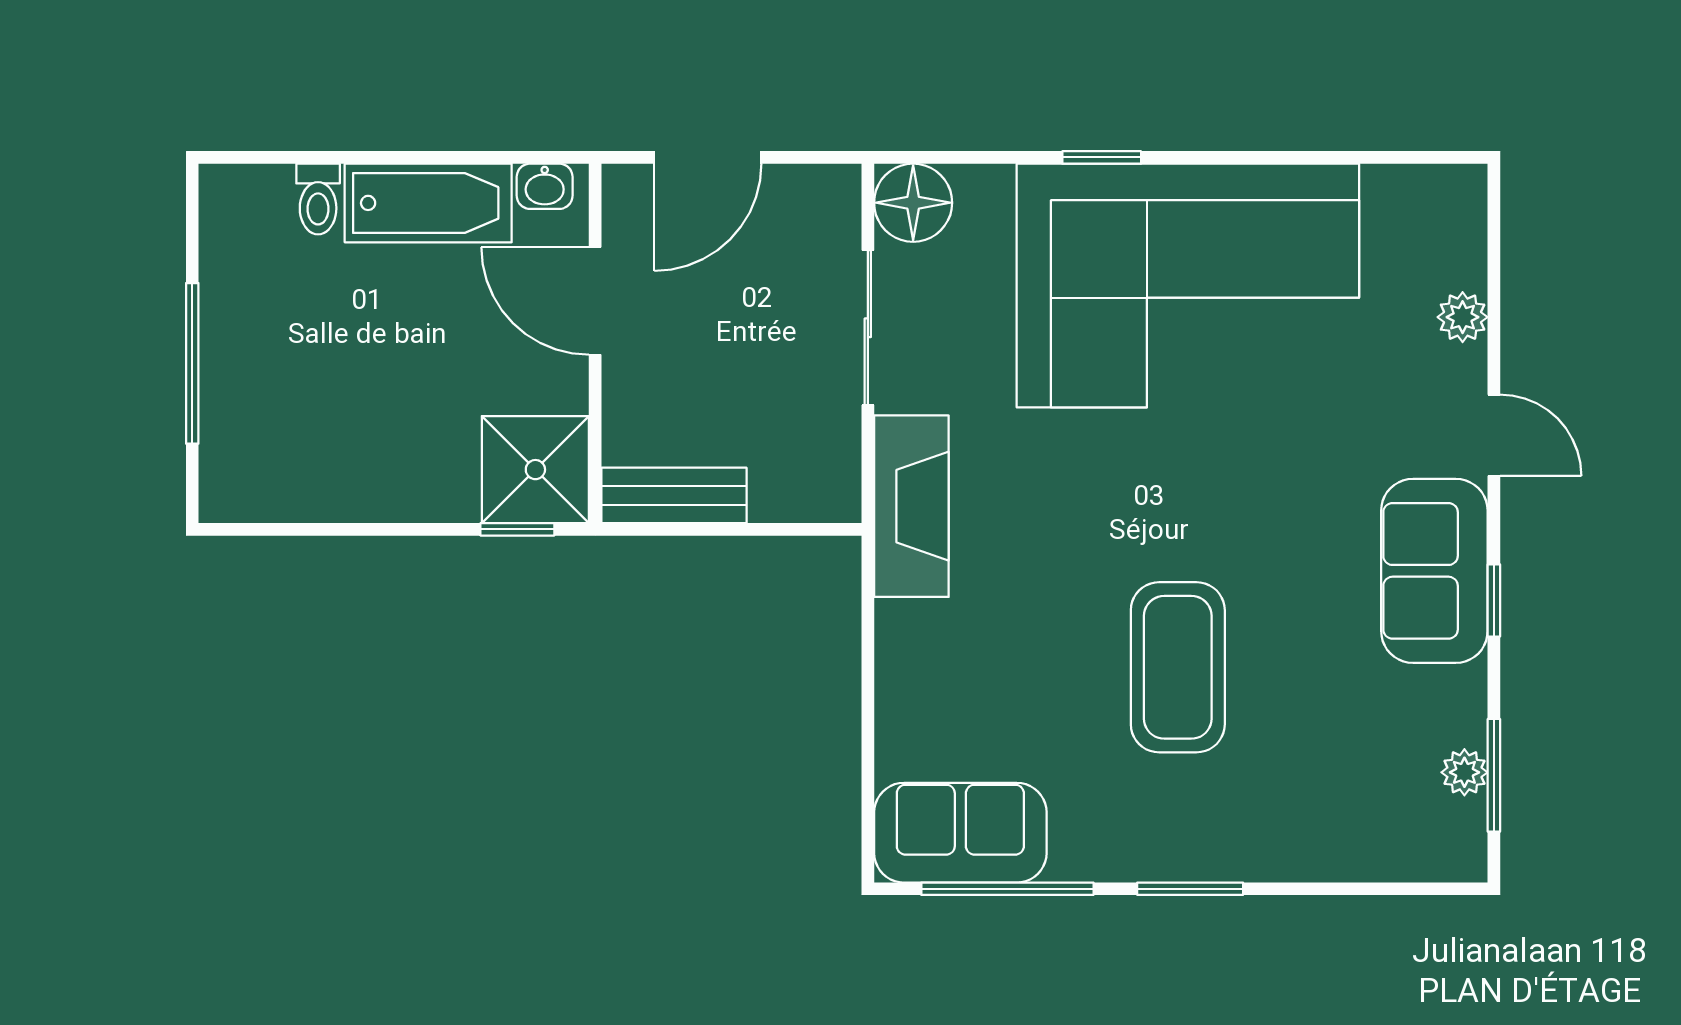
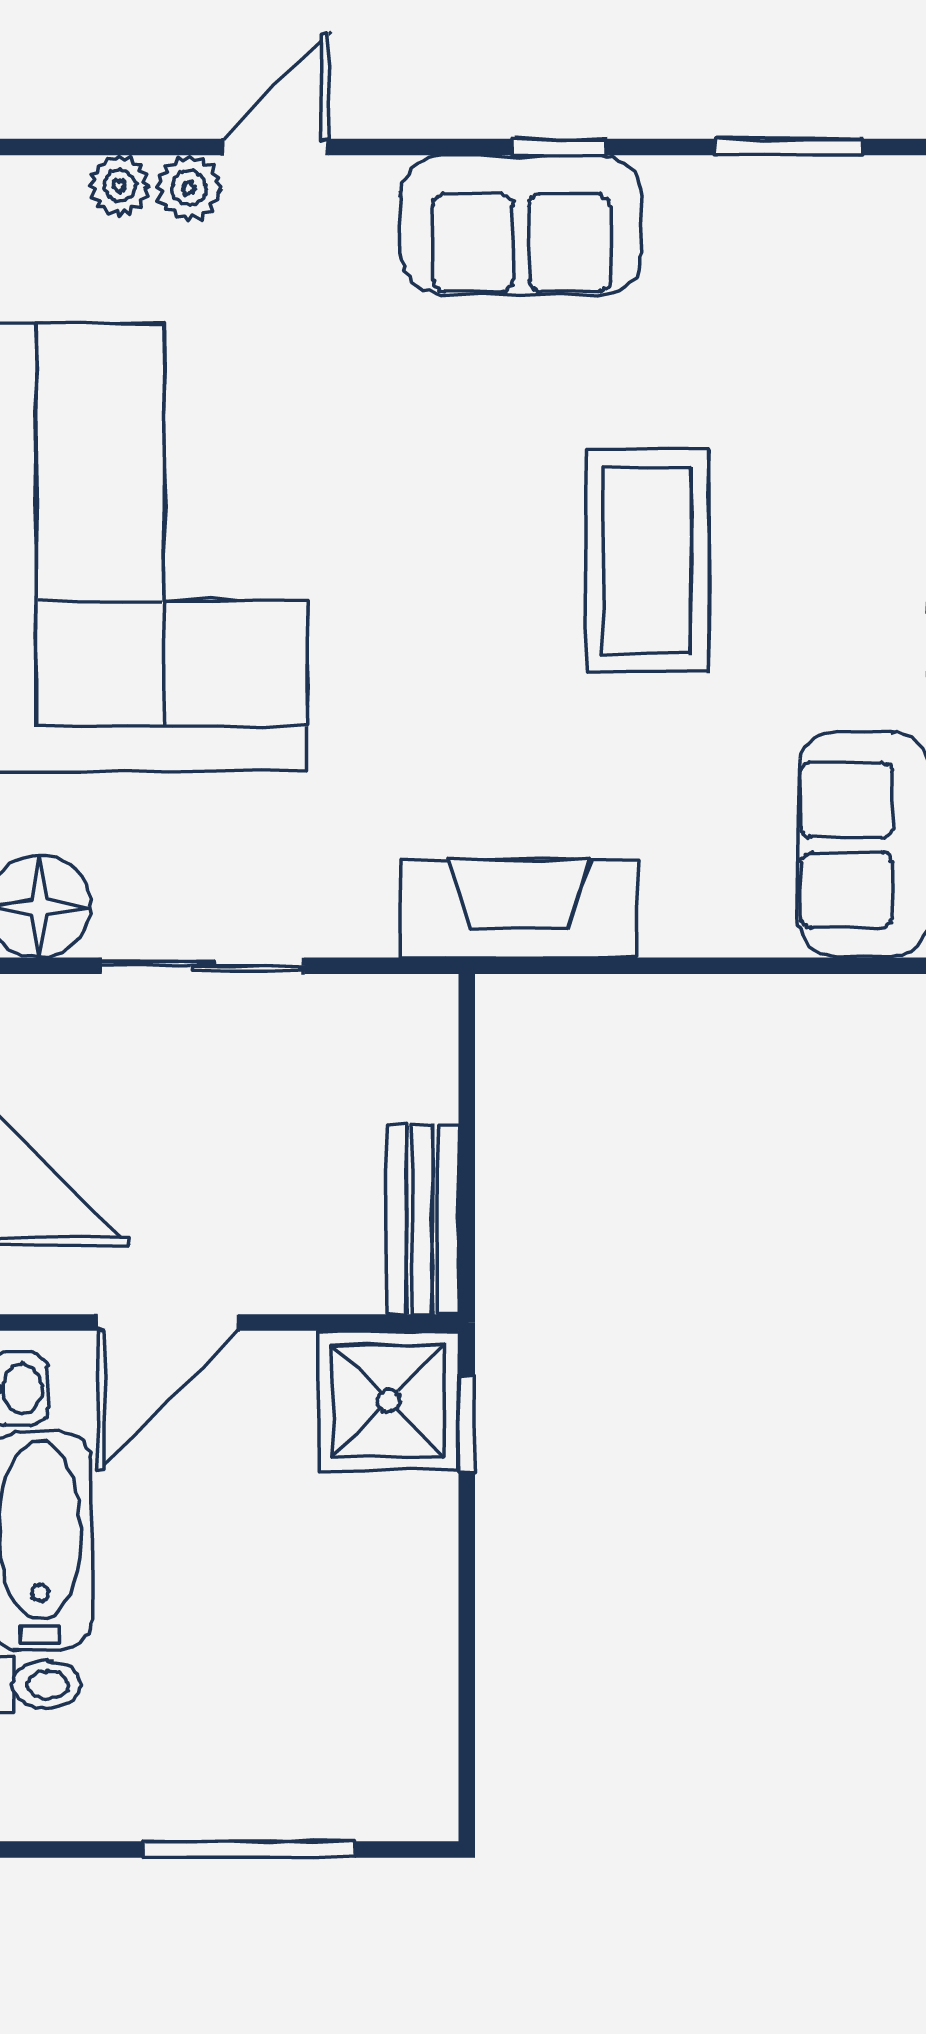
door: (1494, 435) -> (275, 147), moved
fireplace: (911, 506) -> (519, 909), moved
coffee table: (1178, 667) -> (647, 560), turned 90
plant: (1464, 772) -> (120, 185), moved

